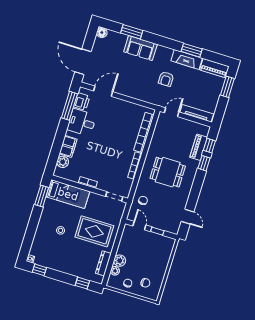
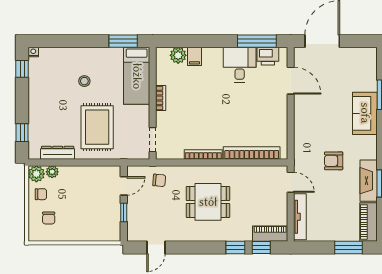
floor lamp: (102, 33) -> (370, 54), removed
filing cabinet: (68, 146) -> (194, 56), width x0.50
piano: (199, 147) -> (270, 234), moved
dining table: (168, 172) -> (208, 202), turned 90
plant: (120, 261) -> (36, 174), moved

